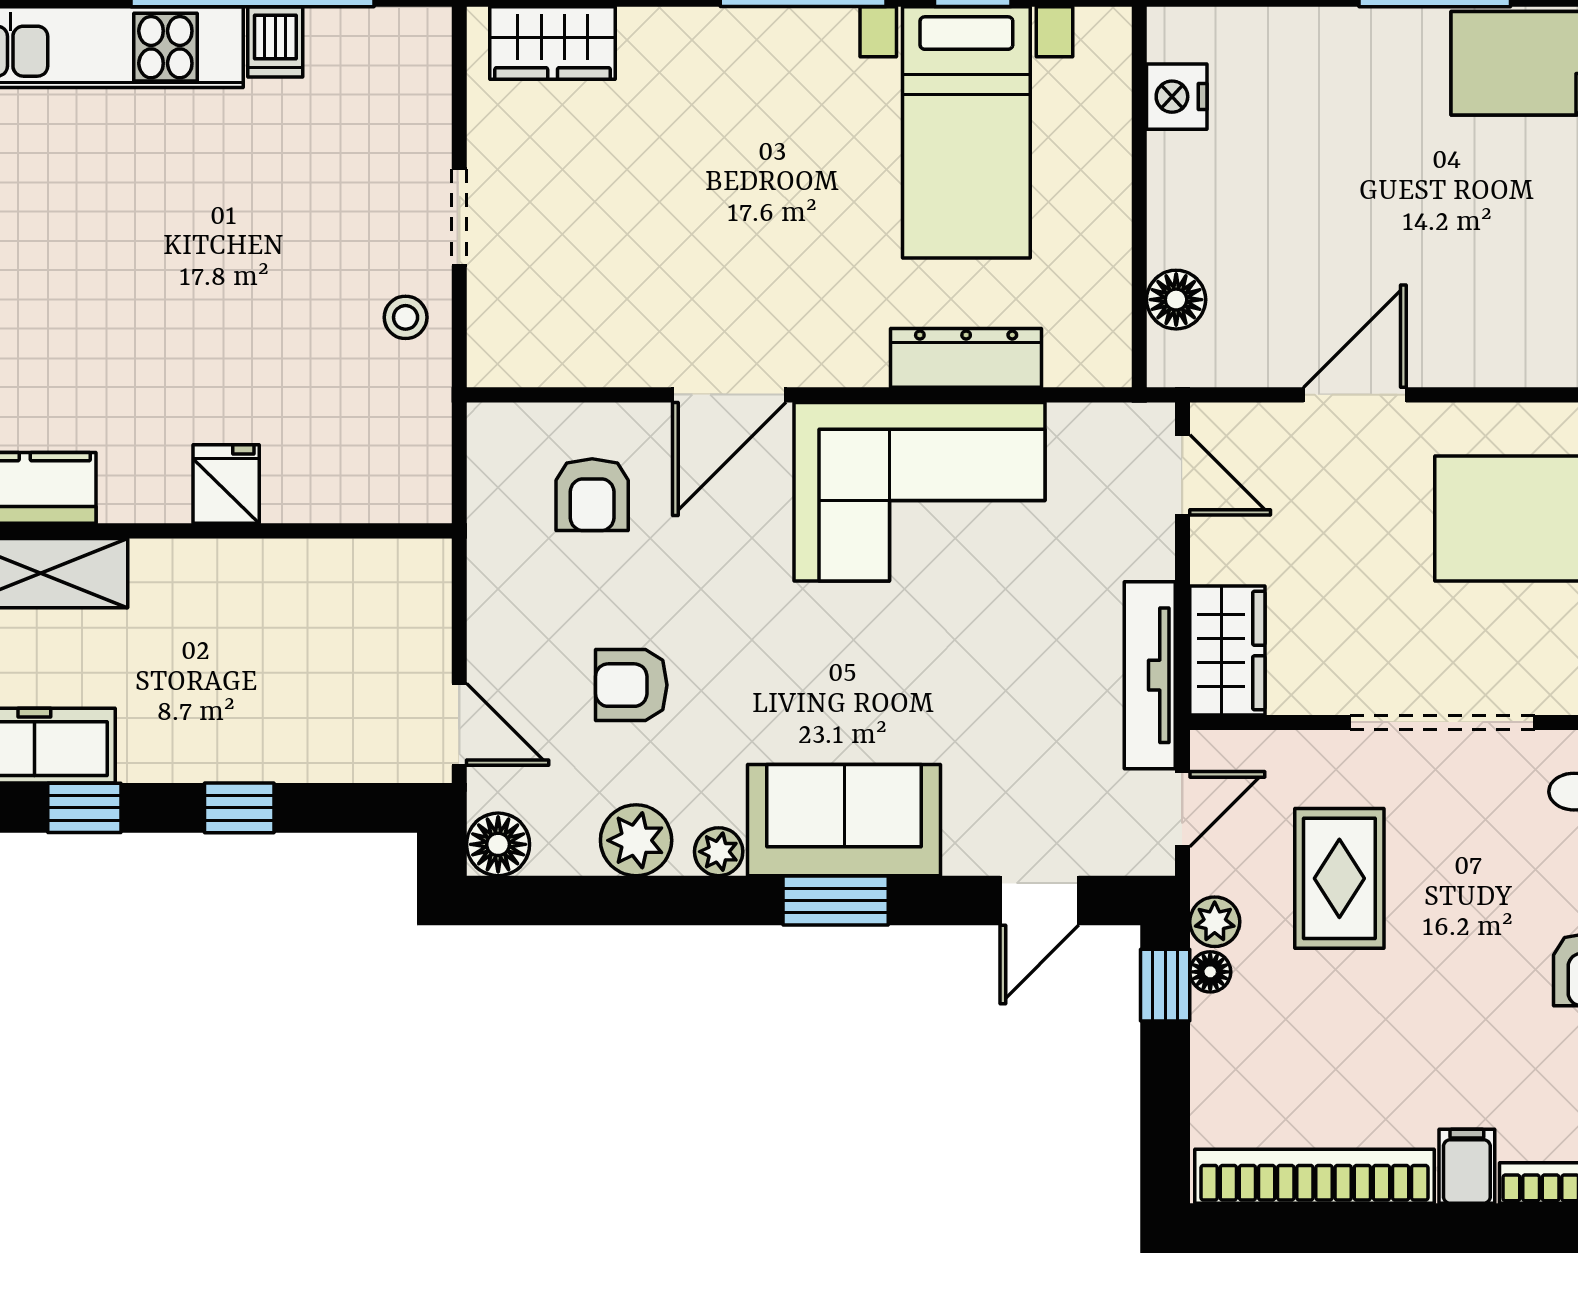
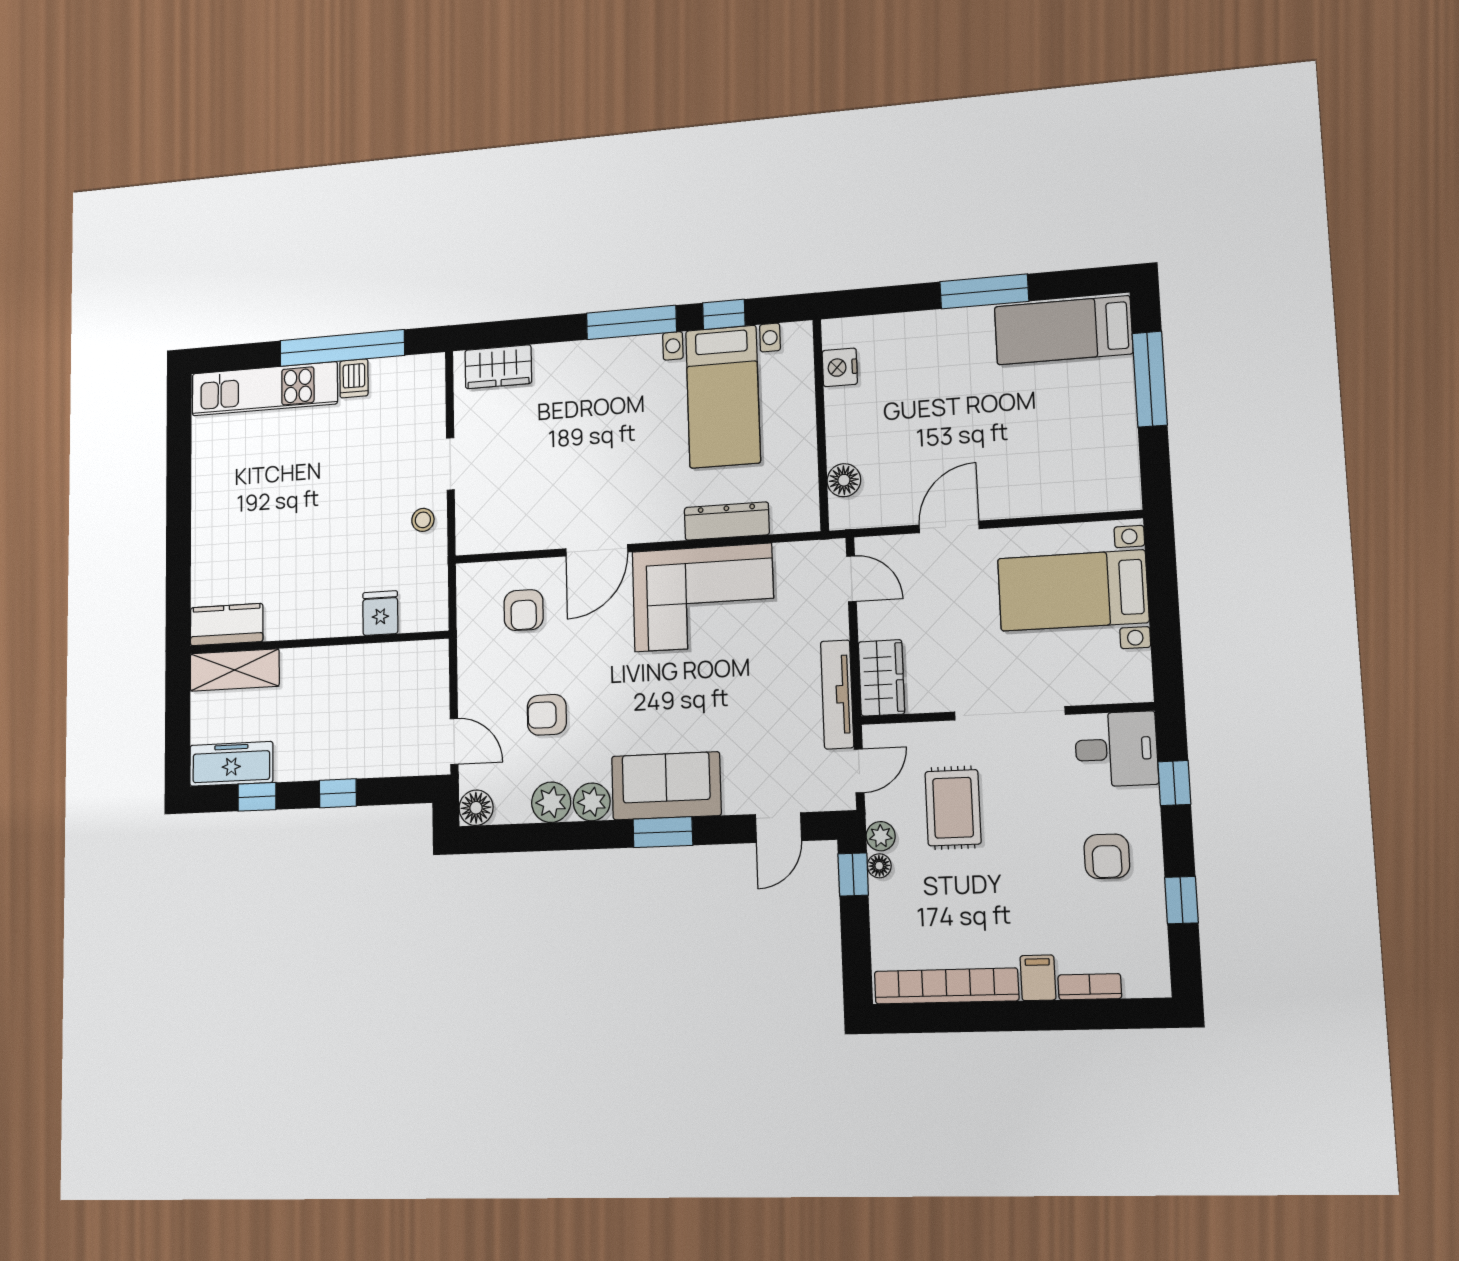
fridge: (226, 484) -> (380, 613), moved
plant: (719, 852) -> (592, 802), width x1.38, depth x1.38

